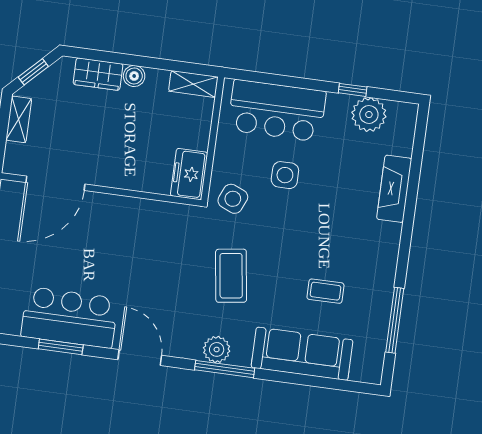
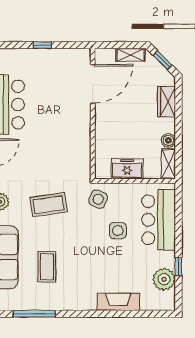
boiler: (134, 76) -> (168, 140), moved
freezer: (189, 174) -> (127, 169), moved
door: (55, 183) -> (93, 84), swing flipped
coffee table: (325, 291) -> (47, 267), width x1.36, depth x1.30

